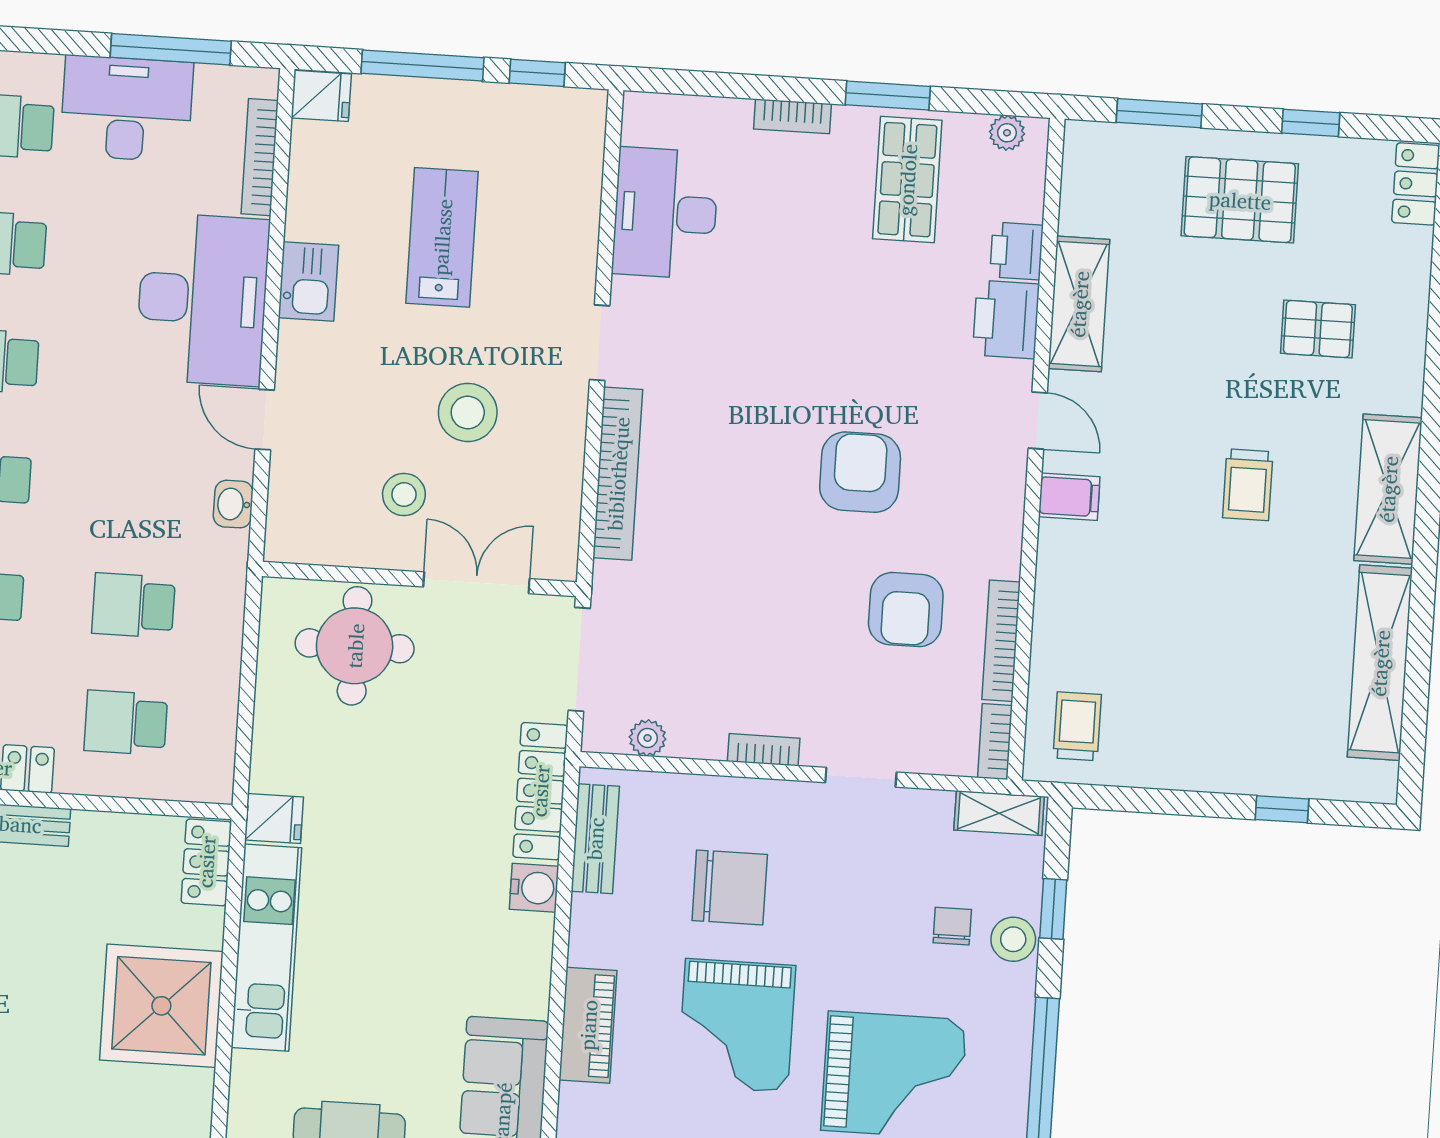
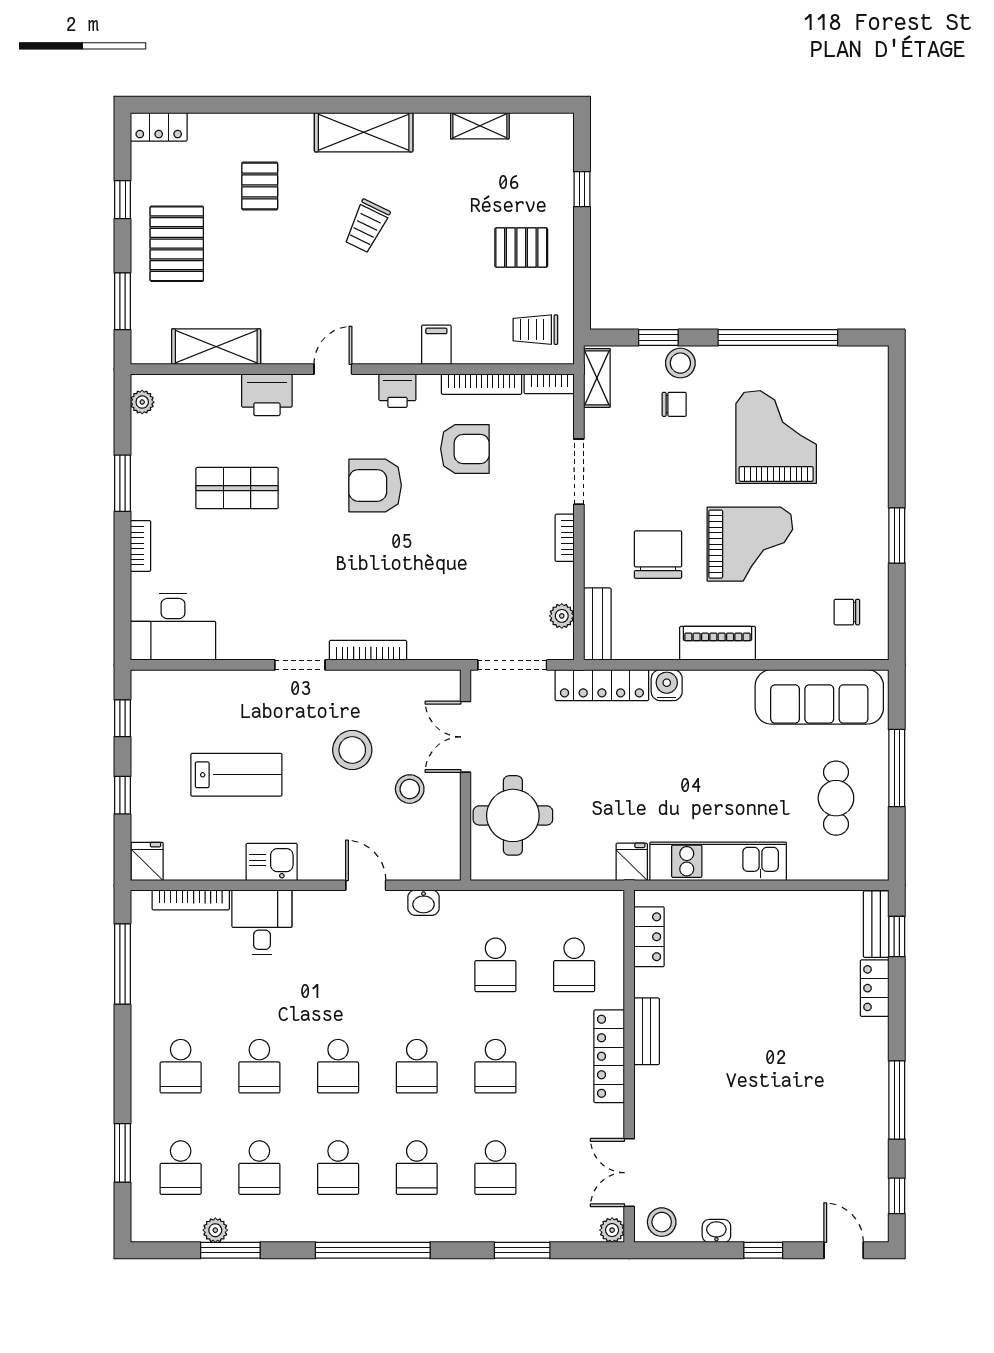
window: (423, 65) -> (122, 795), width x0.46
desk: (127, 109) -> (164, 991), removed
shop shelf: (907, 180) -> (237, 488), moved
desk: (665, 213) -> (173, 627), moved
lab bench: (442, 237) -> (236, 775), turned 180
printer: (1016, 251) -> (397, 391), moved
desk: (202, 299) -> (262, 922), width x0.53, depth x0.77
shelving: (1079, 304) -> (216, 347), moved
door: (265, 420) -> (366, 885), swing flipped
bookcase: (618, 474) -> (368, 650), width x0.68, depth x0.76
trolley: (1248, 485) -> (367, 226), turned 116
filing cabinet: (1069, 497) -> (436, 345), moved
shelving: (1380, 663) -> (480, 126), width x0.45, depth x0.75
pallet: (1201, 713) -> (521, 248), added
doorway: (861, 777) -> (579, 472), width x1.38
bench: (595, 839) -> (597, 624), moved, turned 90
locker: (206, 862) -> (649, 937), moved, turned -90
chair: (952, 926) -> (674, 404), turned 180
shower: (161, 1006) -> (762, 929), removed
piano: (588, 1025) -> (718, 643), moved

